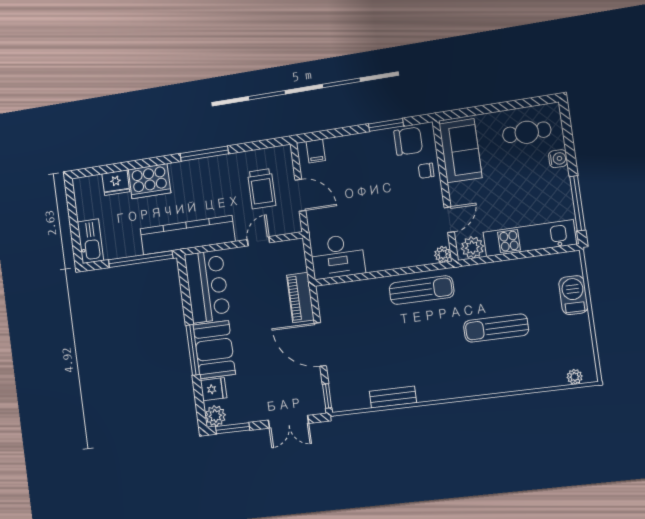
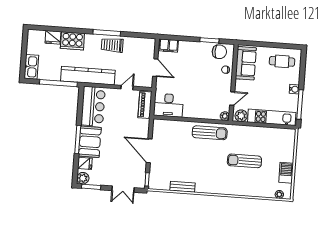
filing cabinet: (316, 151) -> (169, 46), width x2.00
water cooler: (558, 159) -> (294, 89), moved
trolley: (262, 189) -> (112, 45), moved, turned 90
barbecue: (573, 295) -> (286, 173), moved
piano: (300, 298) -> (145, 105), moved

